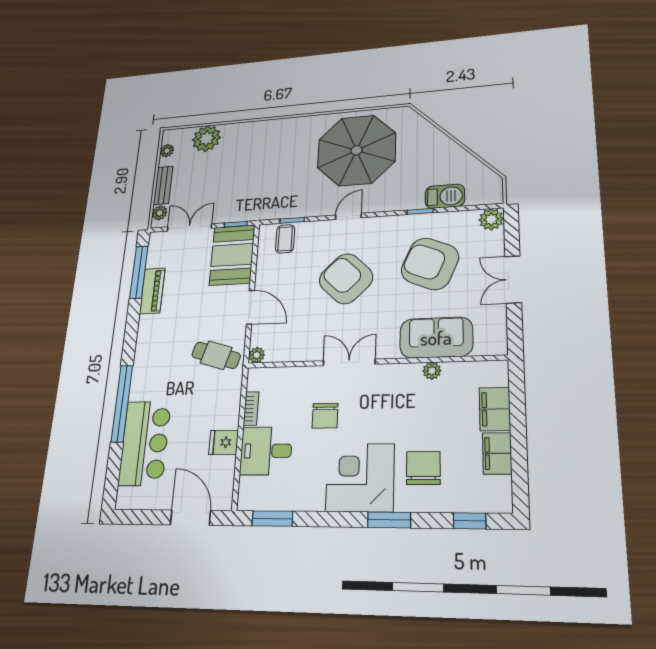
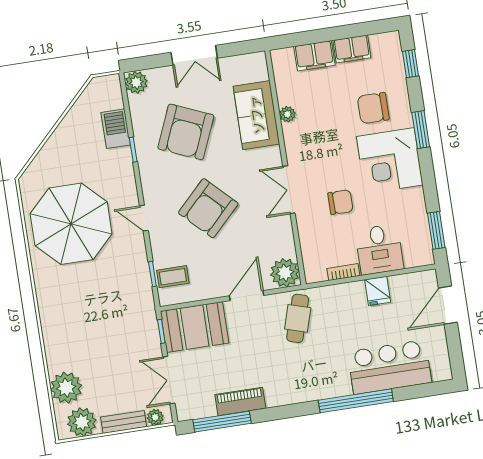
plant: (167, 151) -> (82, 422), width x1.87, depth x1.87
plant: (257, 355) -> (285, 273), width x1.88, depth x1.88

